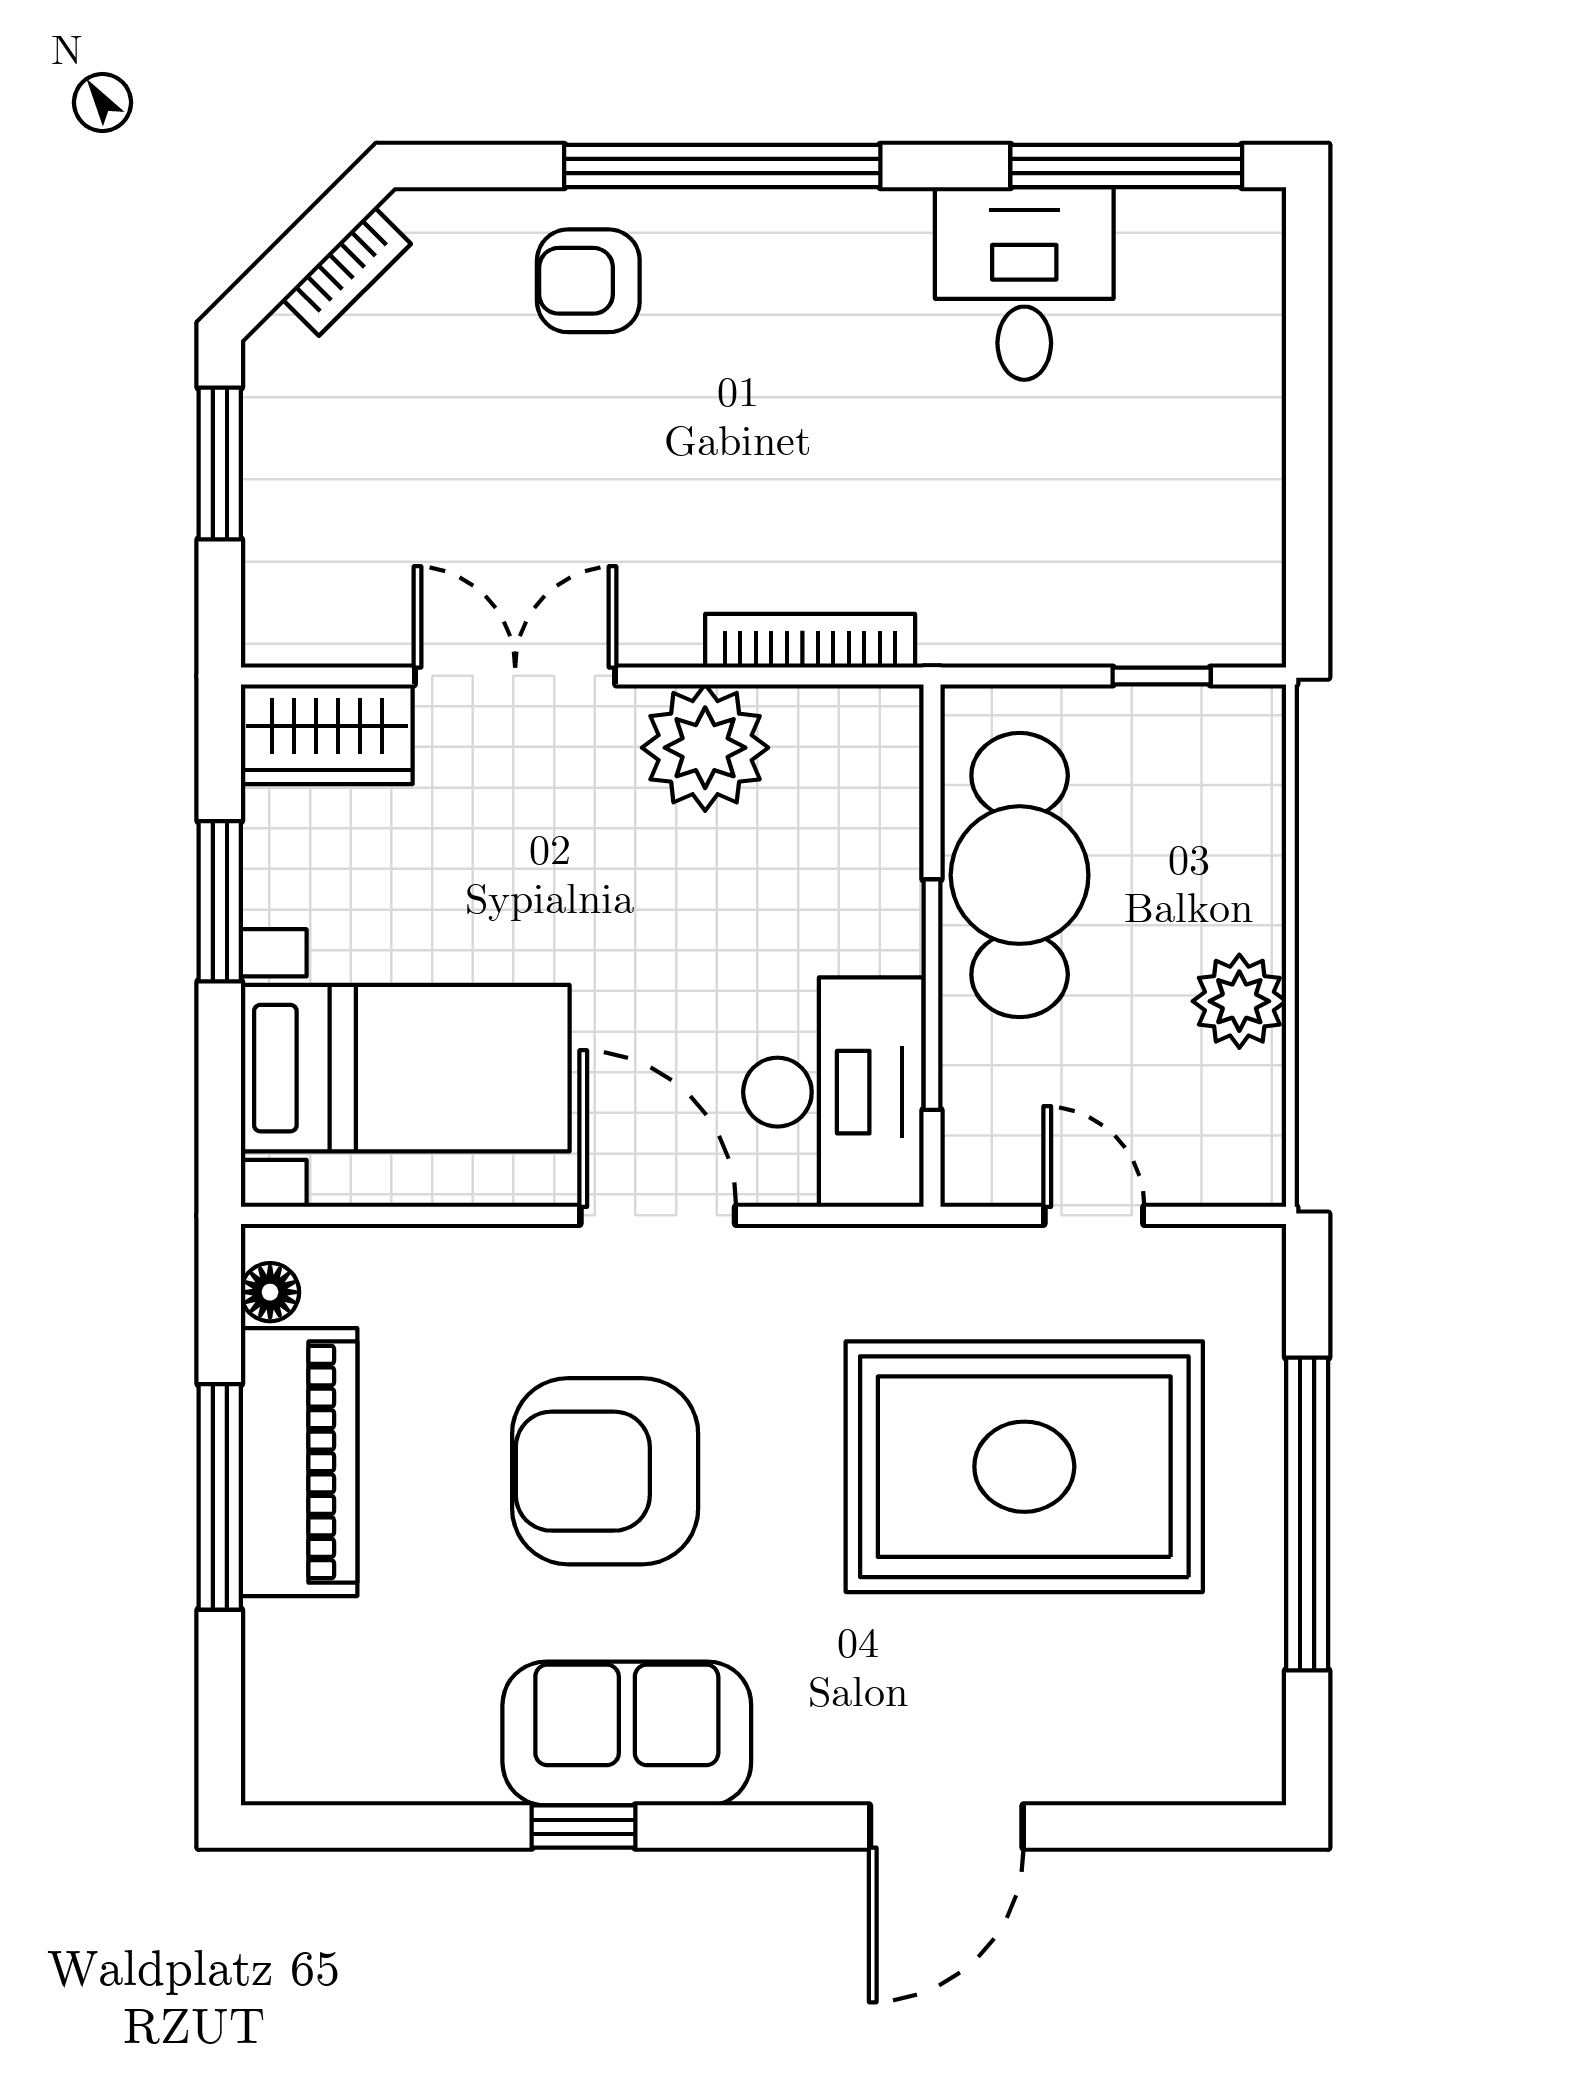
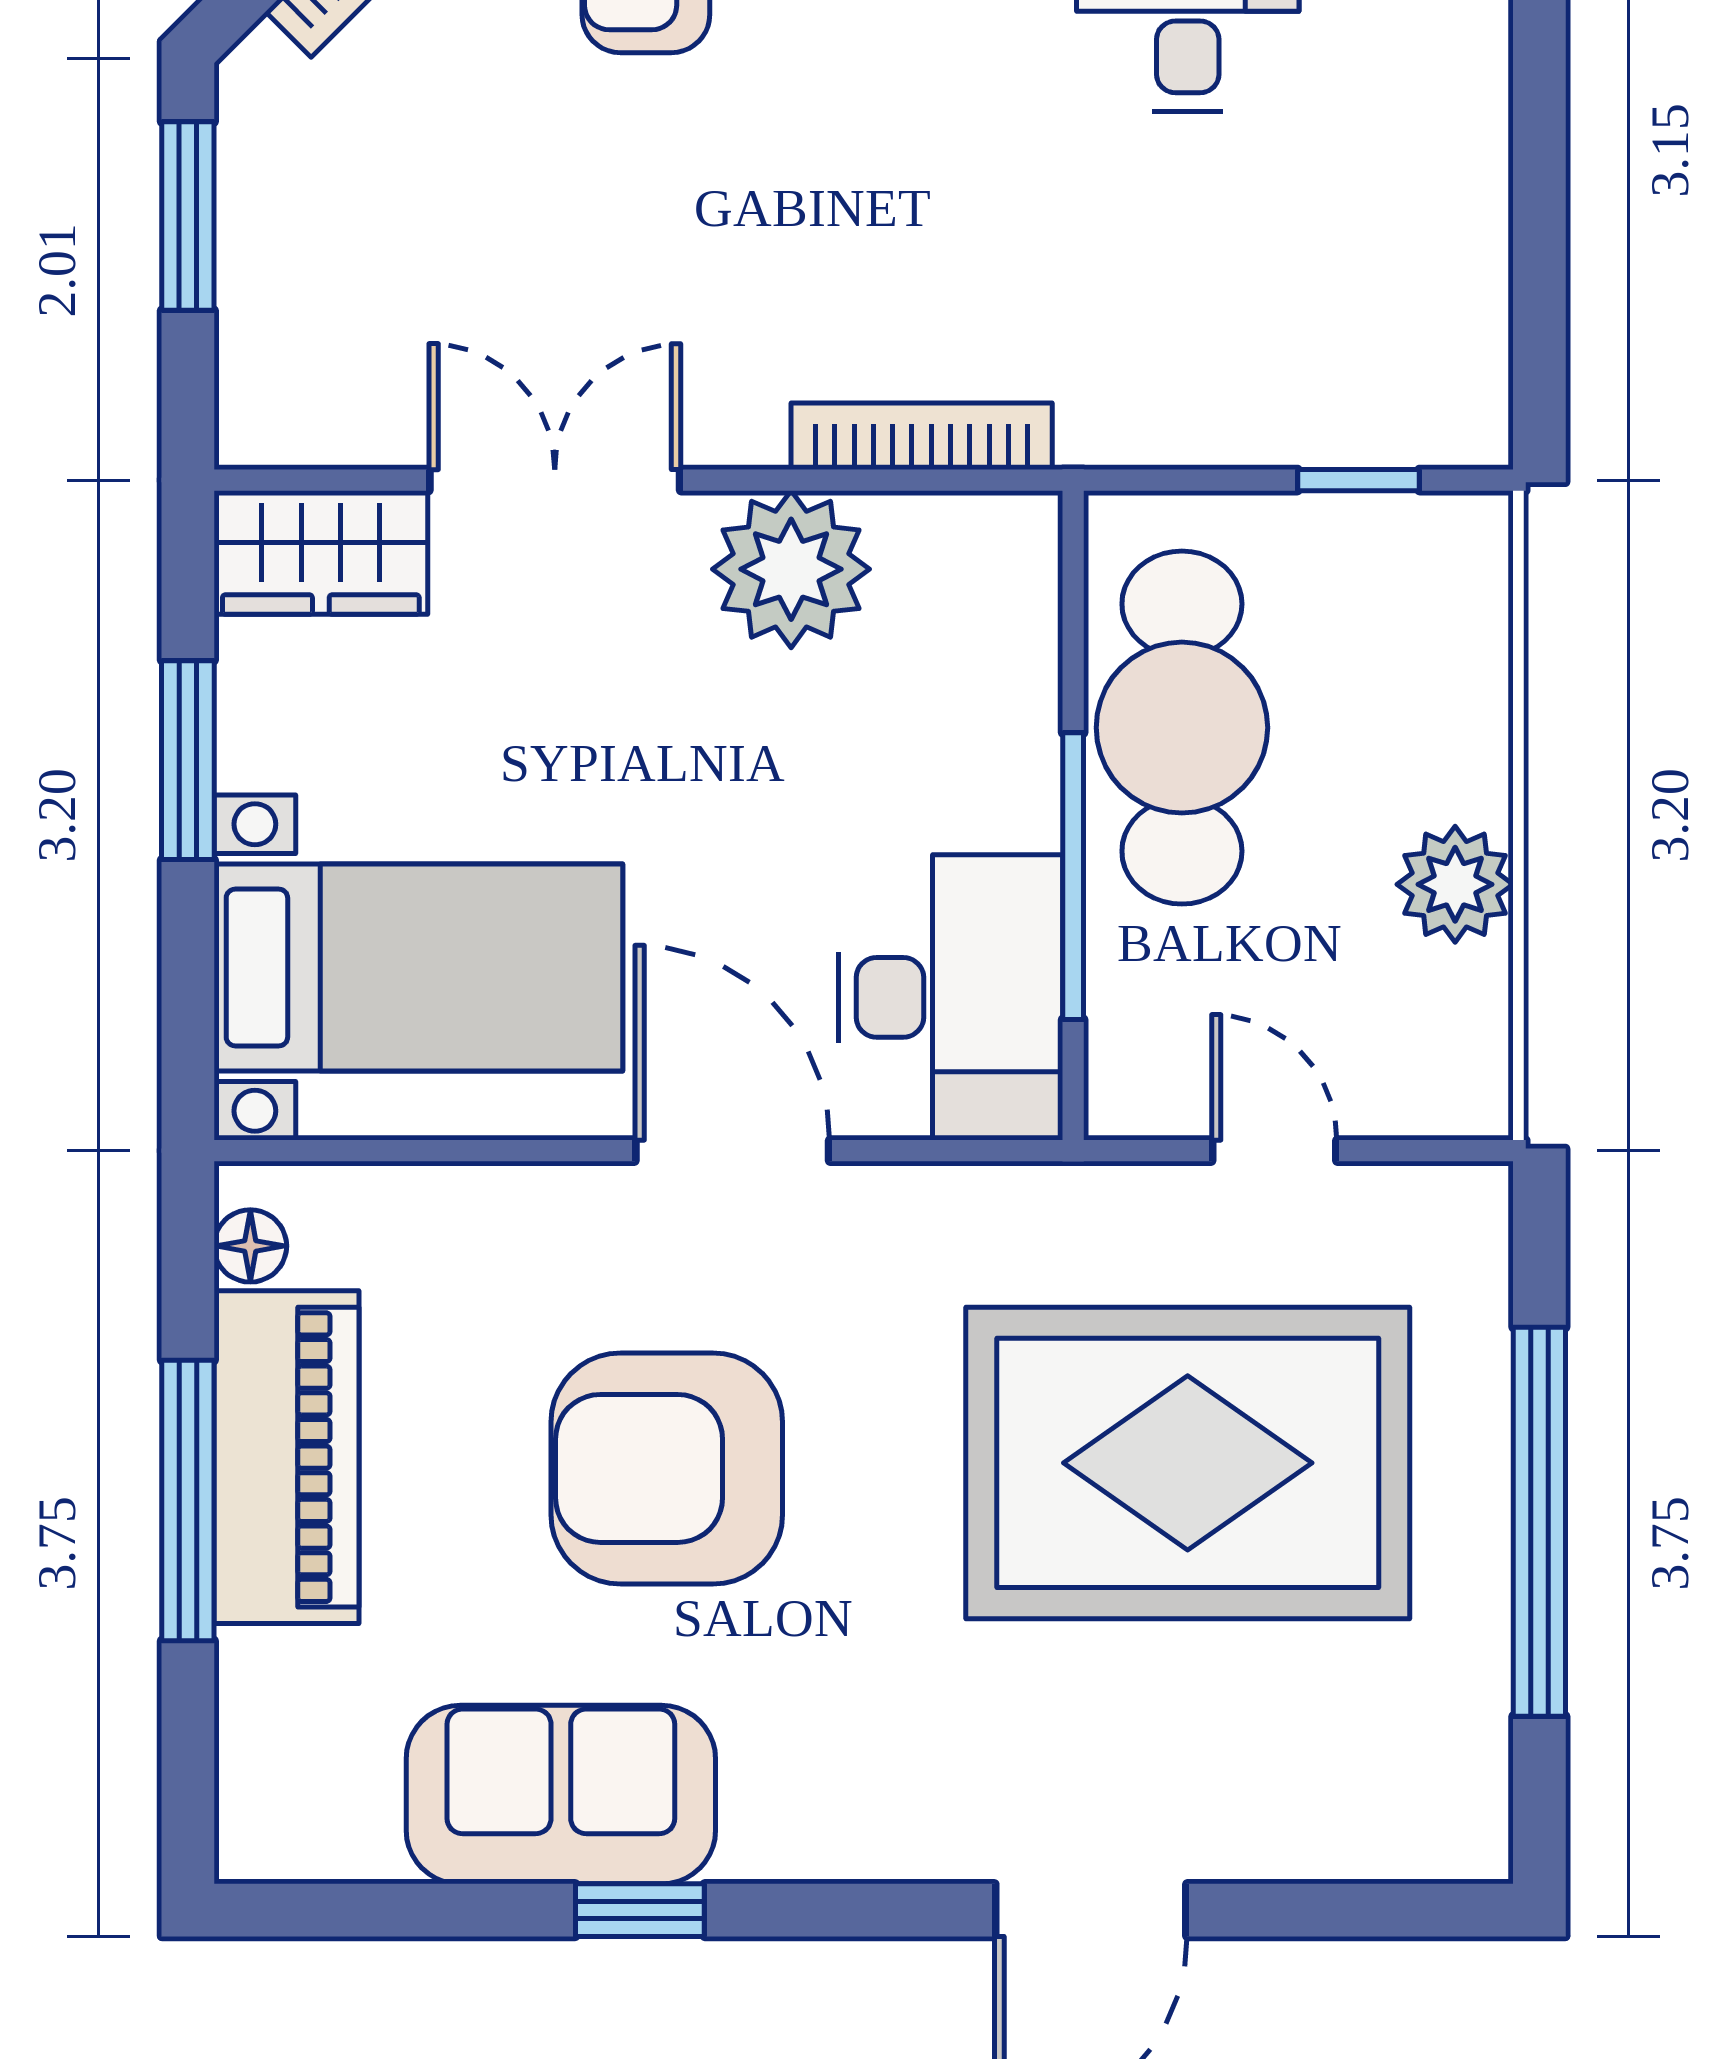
sofa: (627, 1734) -> (561, 1795), moved

